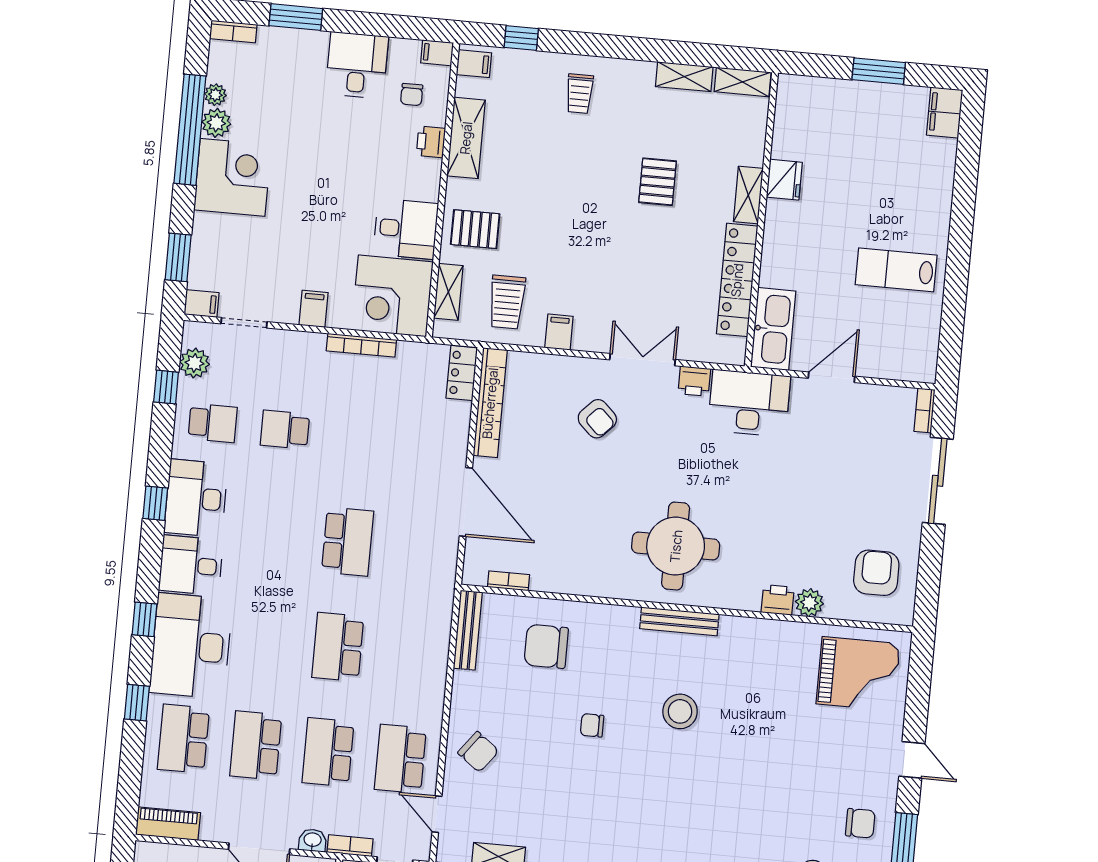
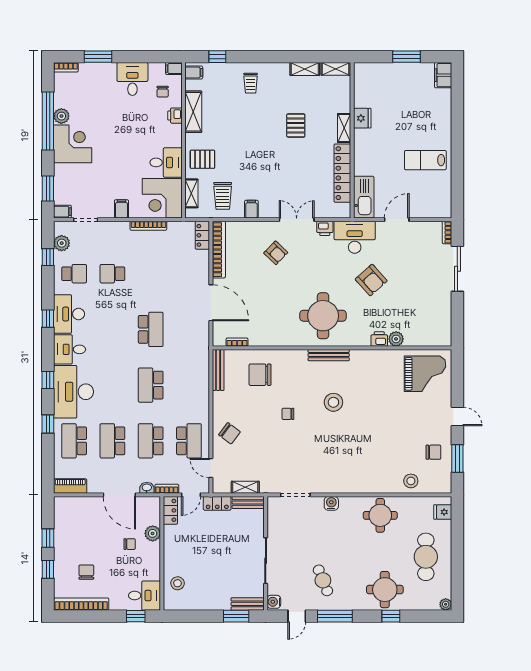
plant: (215, 95) -> (60, 101), removed
armchair: (876, 573) -> (371, 280), moved, turned 138
school desk: (400, 759) -> (189, 441), turned 180

